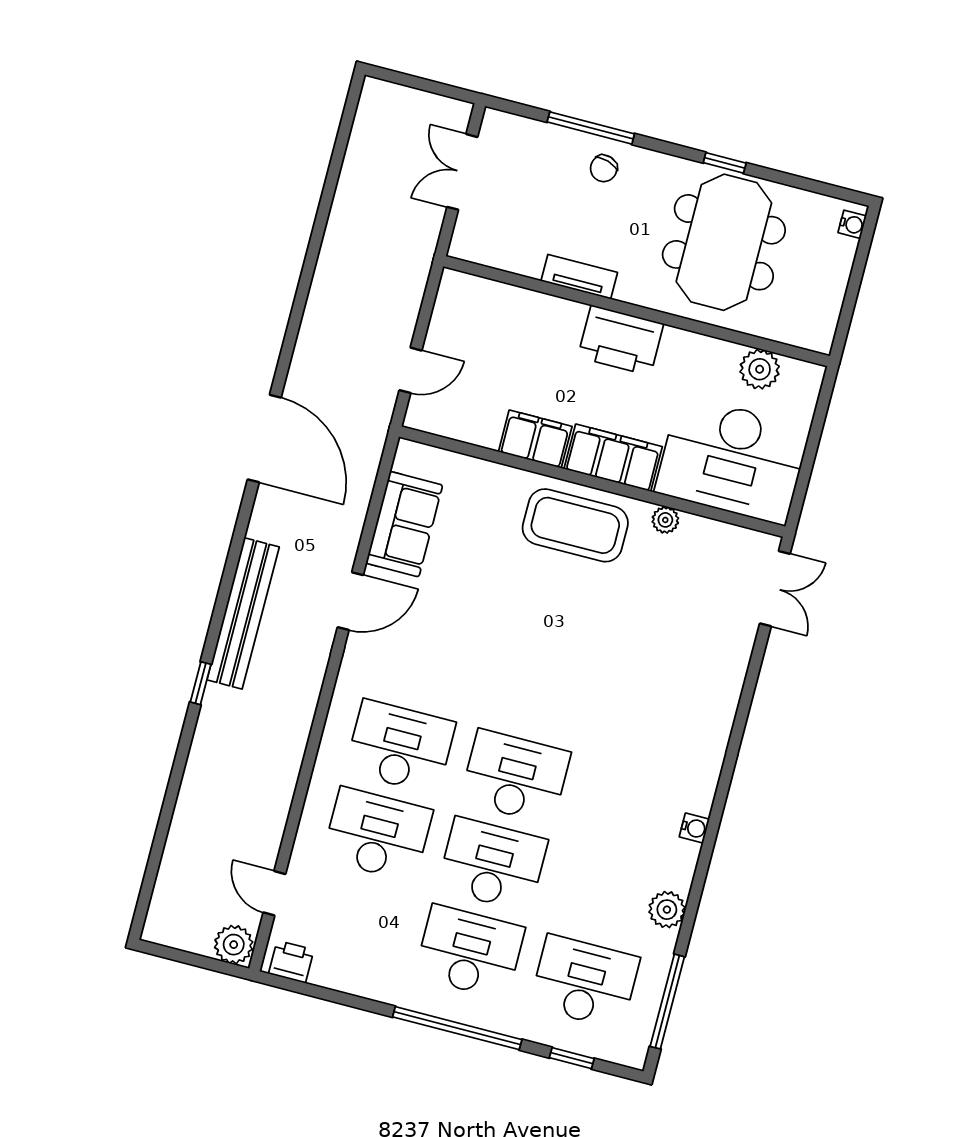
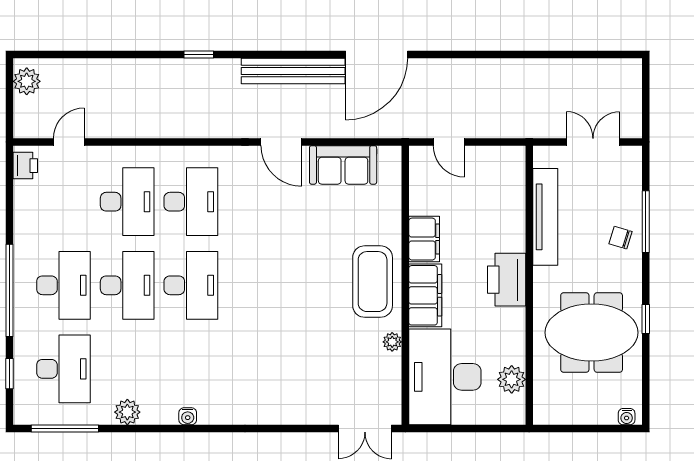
tv unit: (579, 277) -> (545, 217), width x1.92, depth x1.29
bench: (243, 613) -> (293, 71), moved
plant: (234, 945) -> (27, 81), moved

